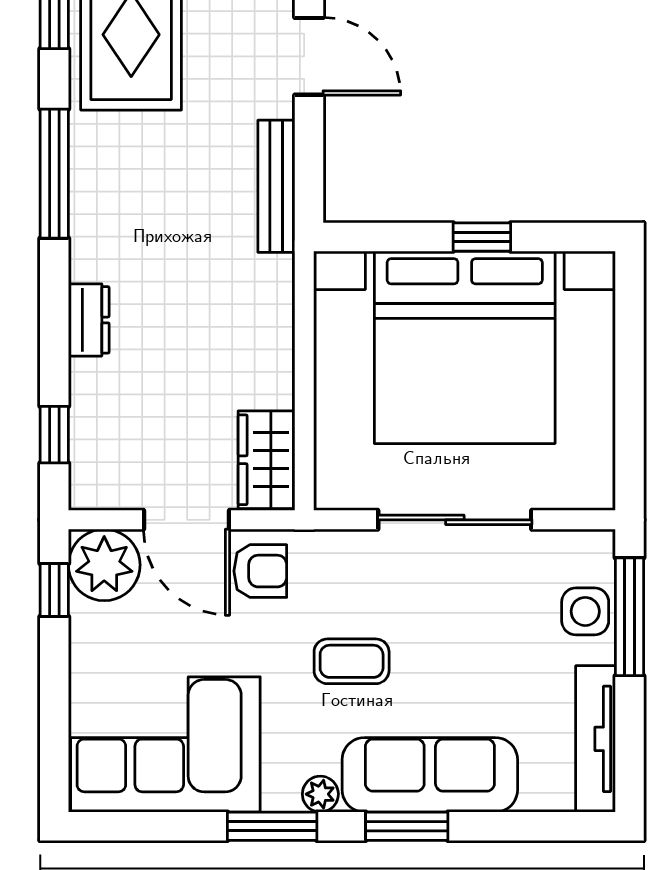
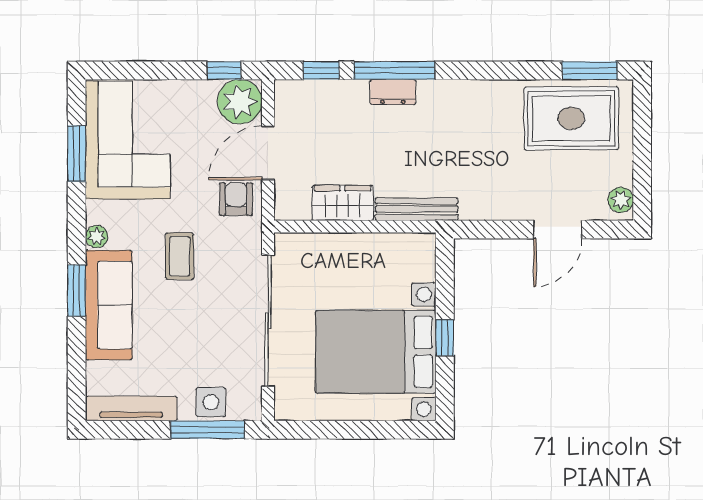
window: (54, 174) -> (394, 70), moved
bench: (276, 186) -> (417, 209), moved
bed with nightstands: (465, 347) -> (376, 352), width x0.73
wardrobe: (266, 460) -> (343, 203), moved
sliding door: (455, 520) -> (268, 321), width x1.36
armchair: (260, 571) -> (236, 199), turned 180
window: (272, 826) -> (77, 154), moved

